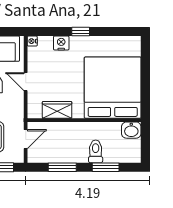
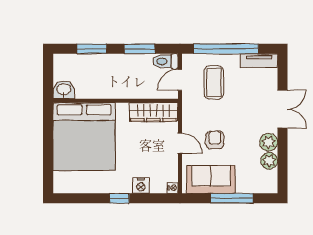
wardrobe: (57, 110) -> (153, 112), width x1.50
toilet: (96, 151) -> (165, 61), moved, turned 90

